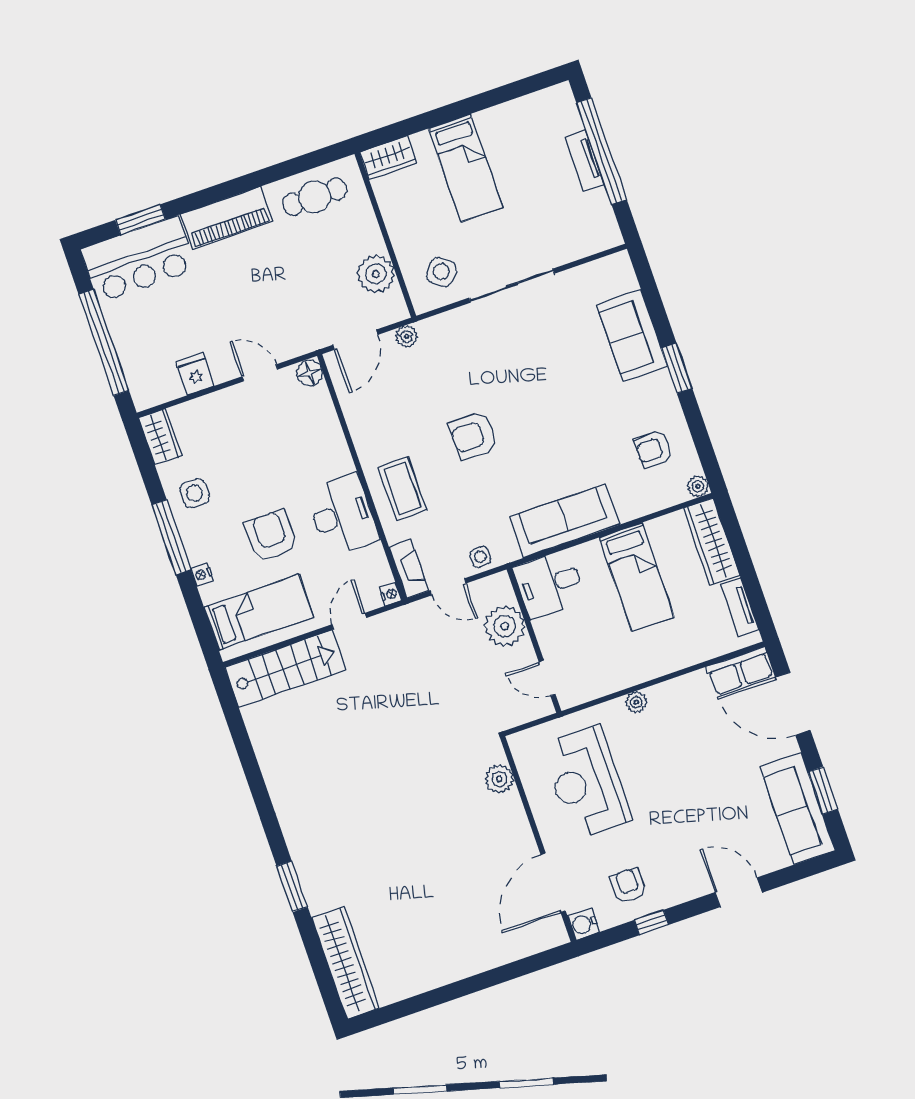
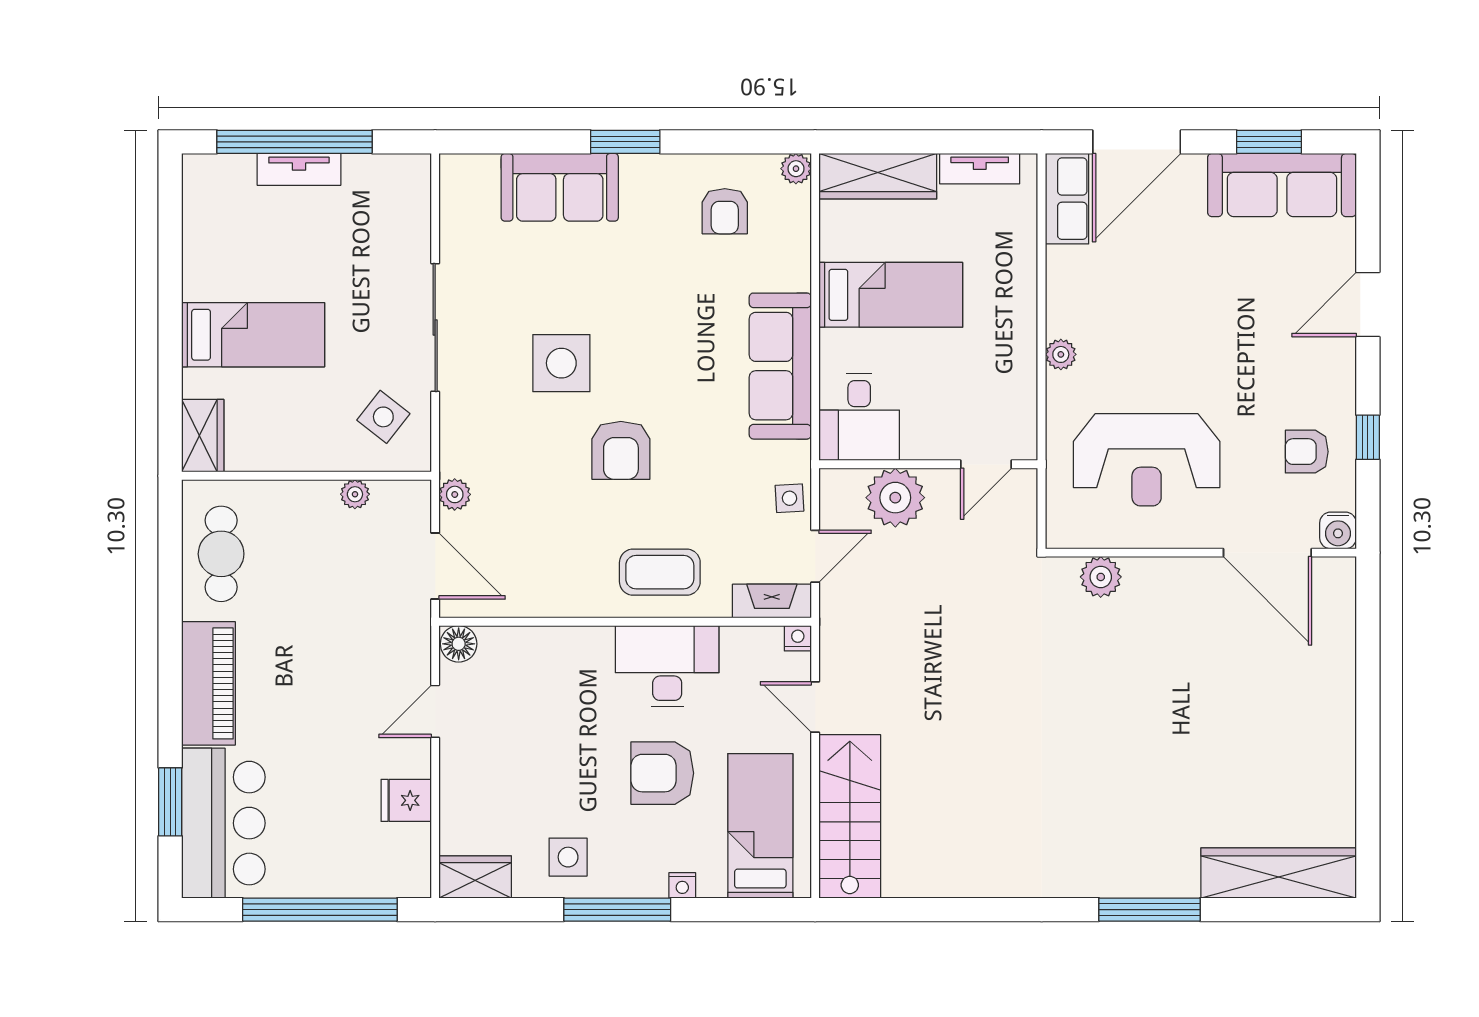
plant: (376, 274) -> (355, 494), width x0.53, depth x0.53
side table: (517, 377) -> (561, 363), added
window: (292, 886) -> (1149, 910), width x1.44

